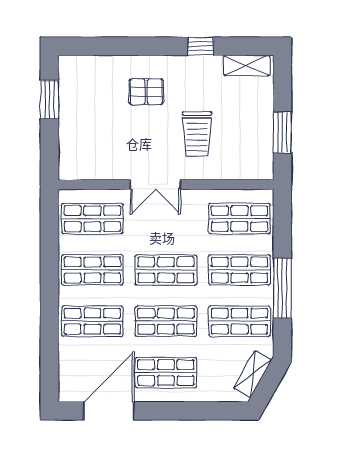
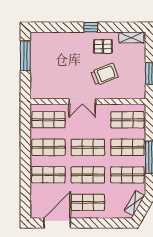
window: (201, 46) -> (91, 27), moved
pallet: (146, 92) -> (103, 46), moved
window: (49, 100) -> (25, 56), width x1.44
trolley: (197, 134) -> (105, 74), turned -111

